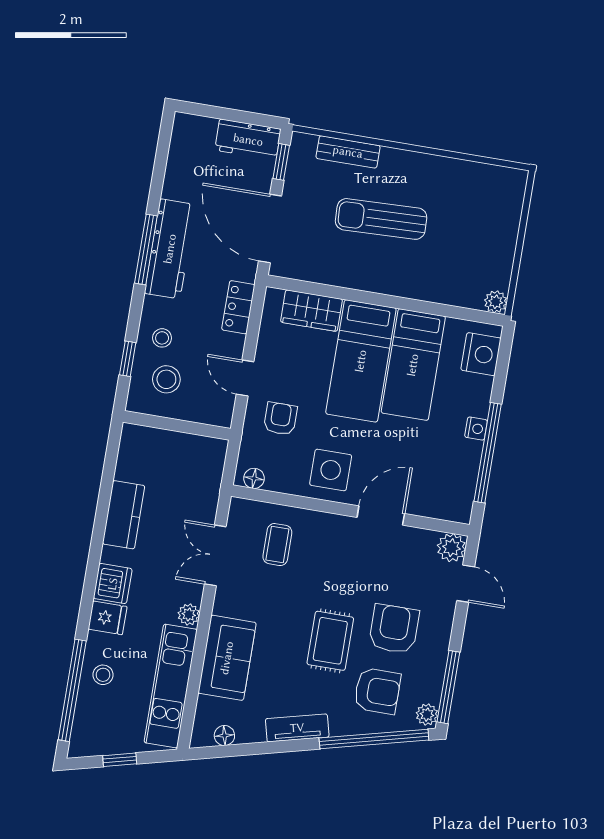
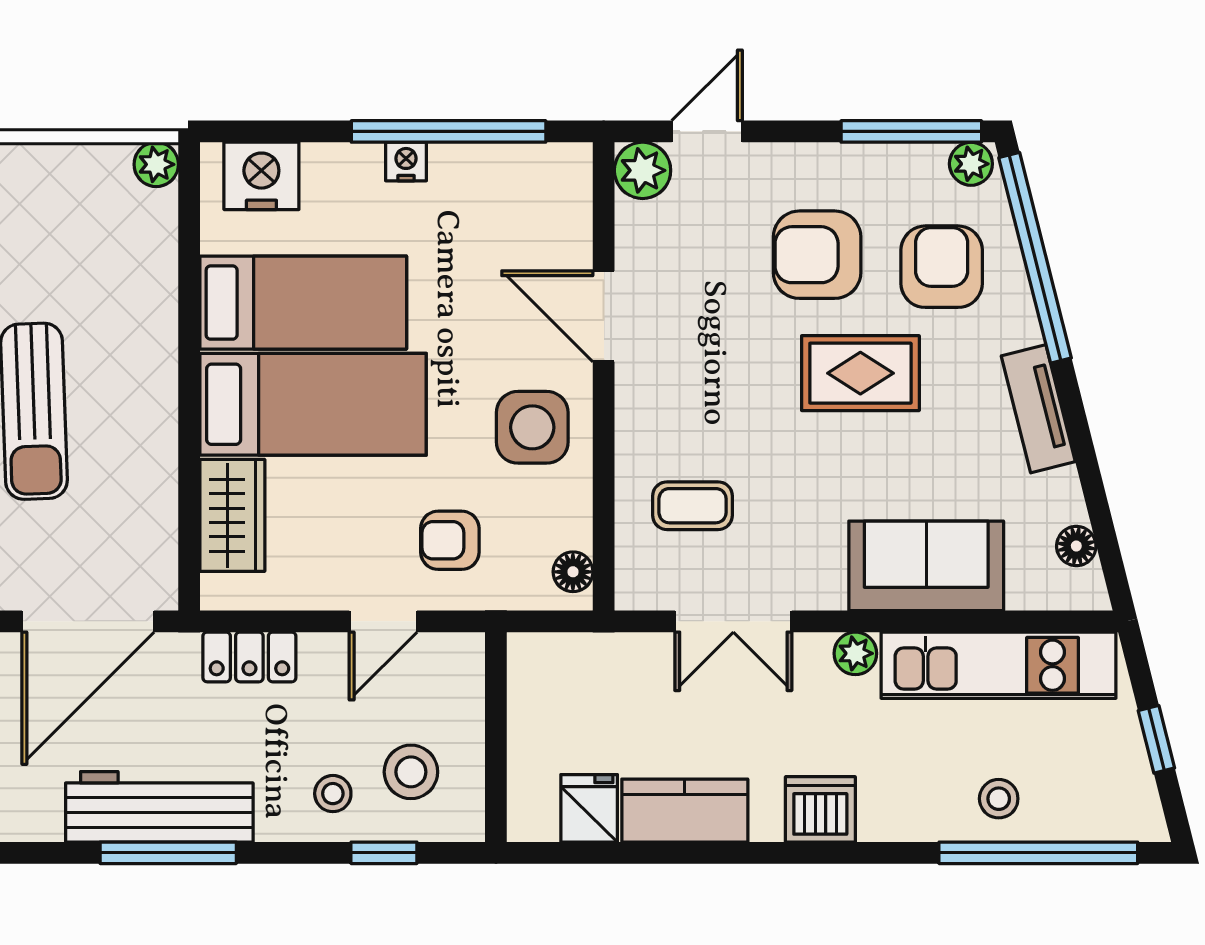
fridge: (108, 618) -> (589, 808), moved

